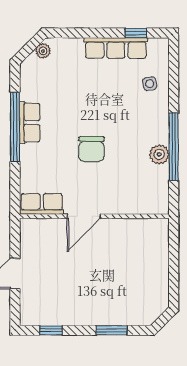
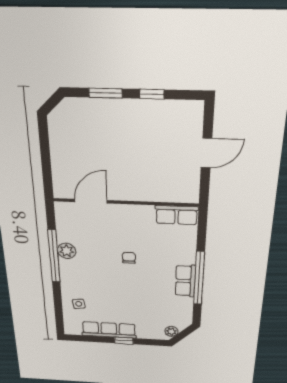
window: (136, 33) -> (124, 341), moved
chair: (91, 149) -> (129, 258), width x0.54, depth x0.54
door: (84, 216) -> (91, 201), moved
window: (51, 330) -> (152, 94), moved

